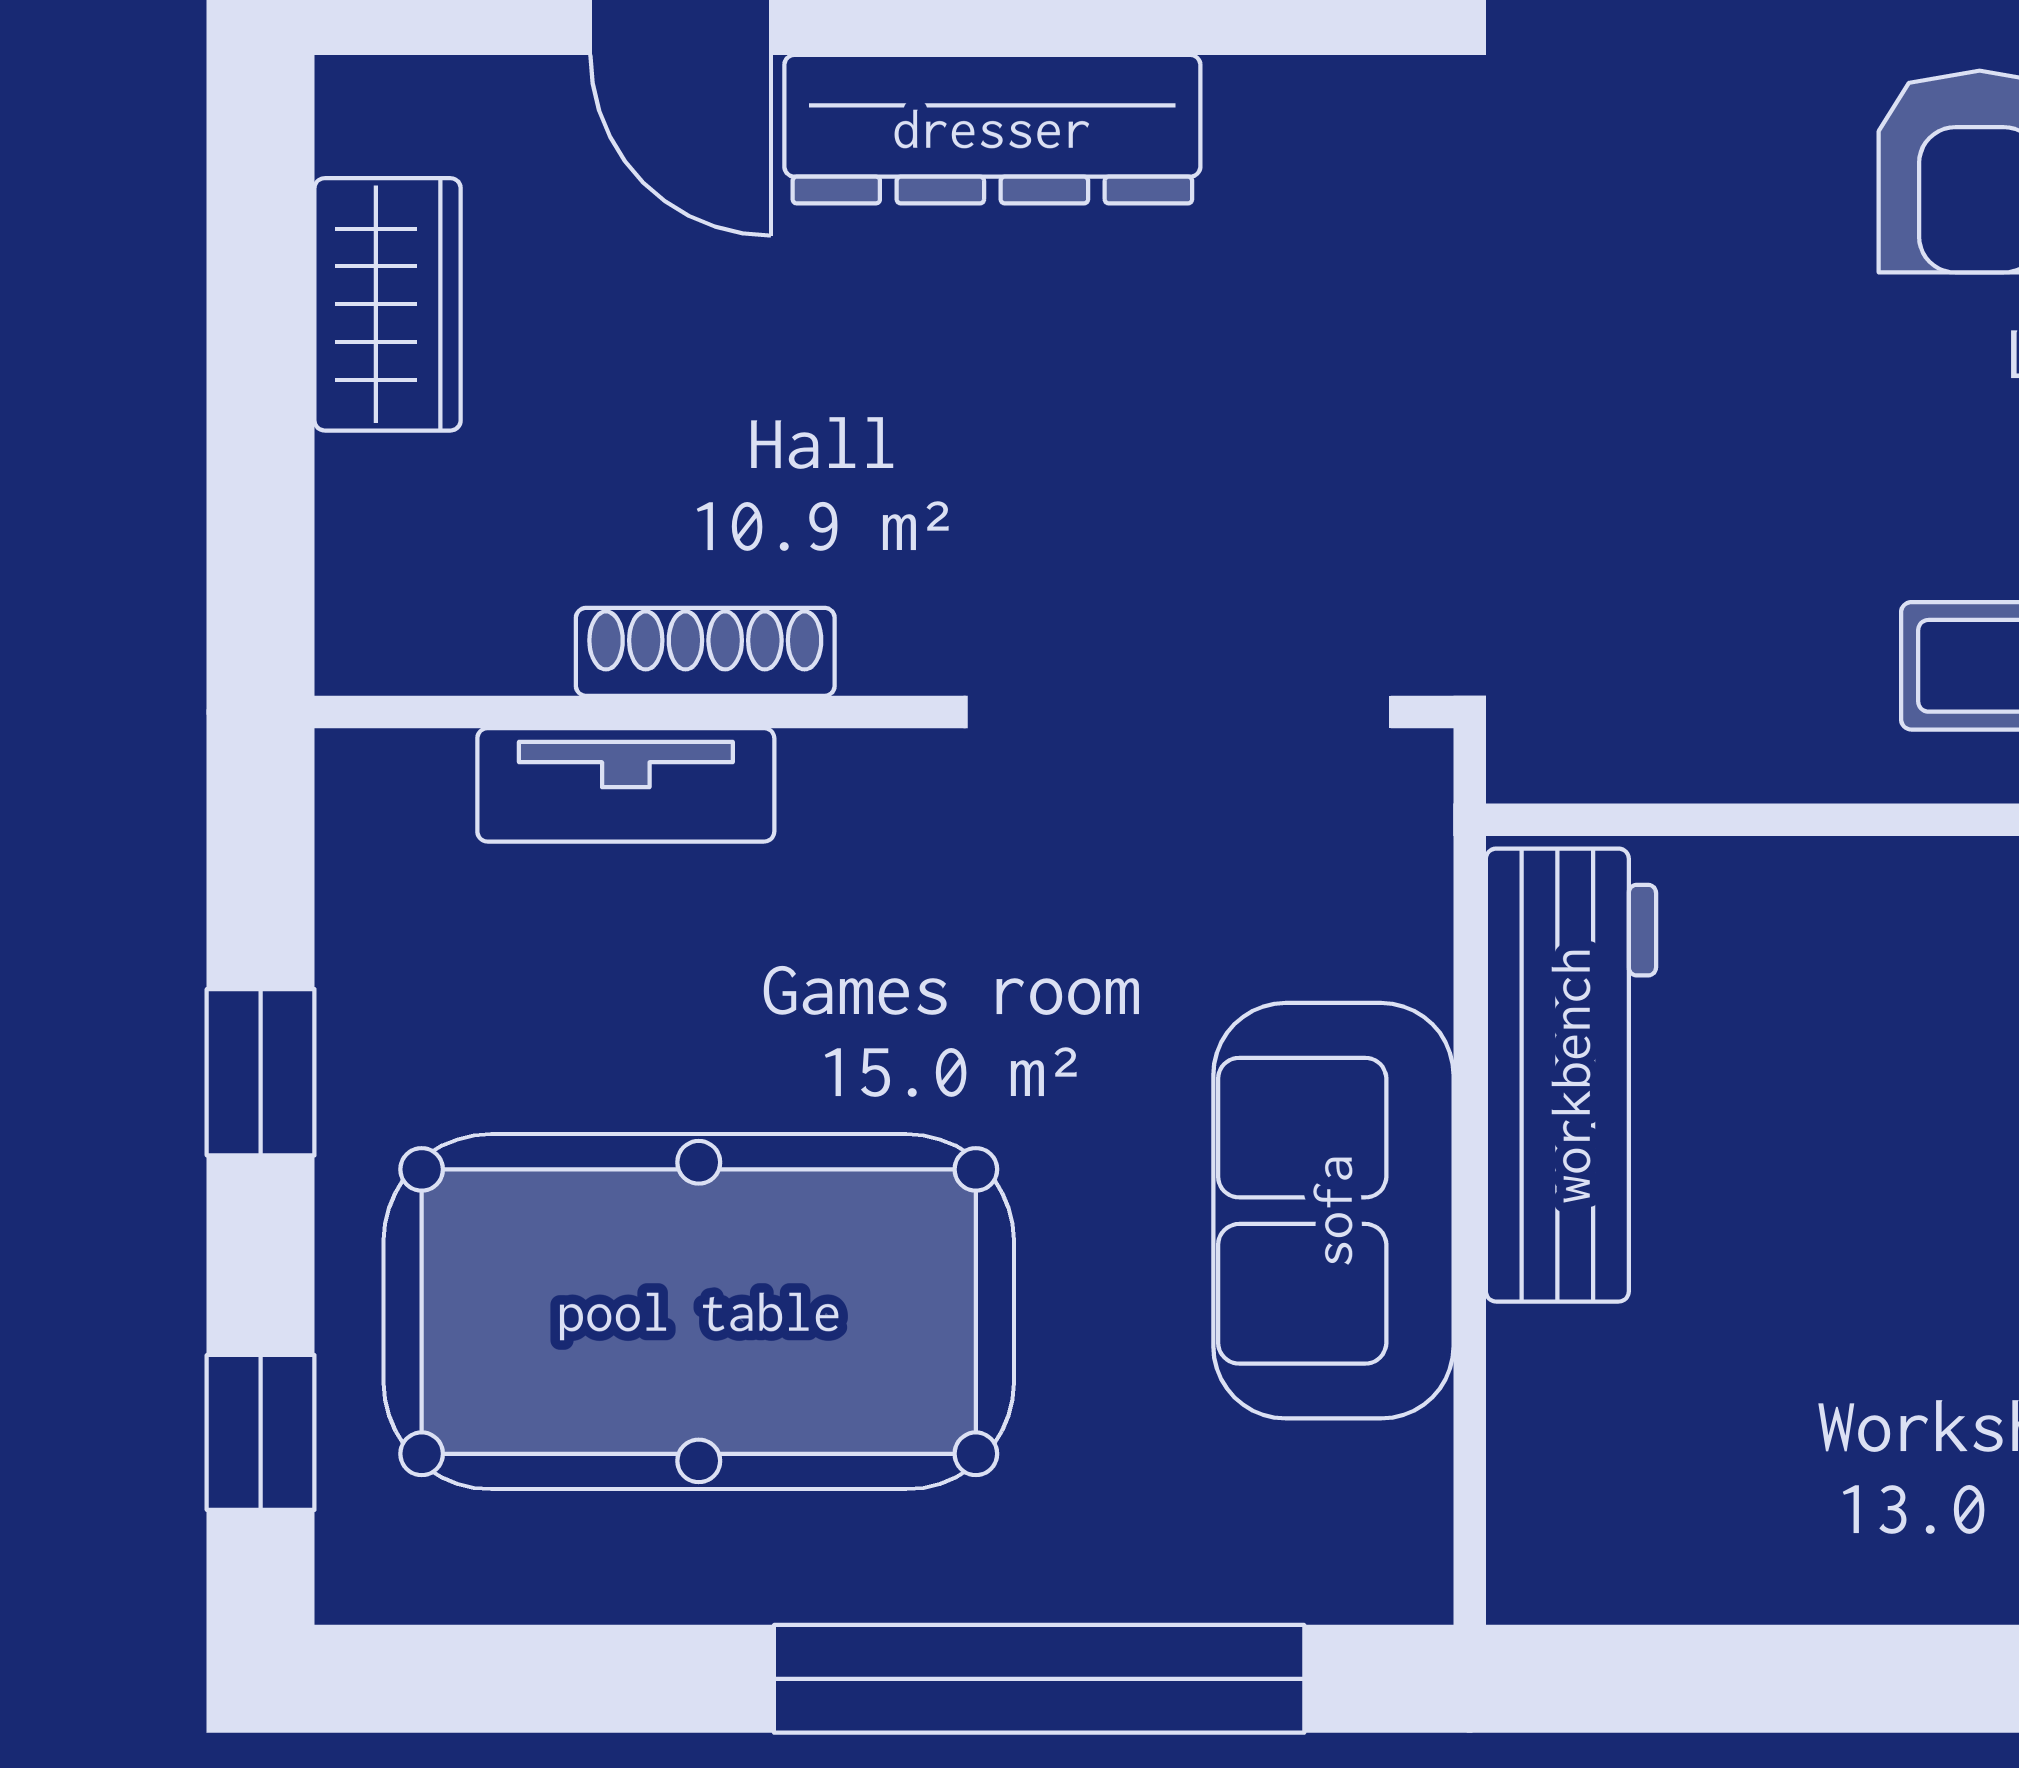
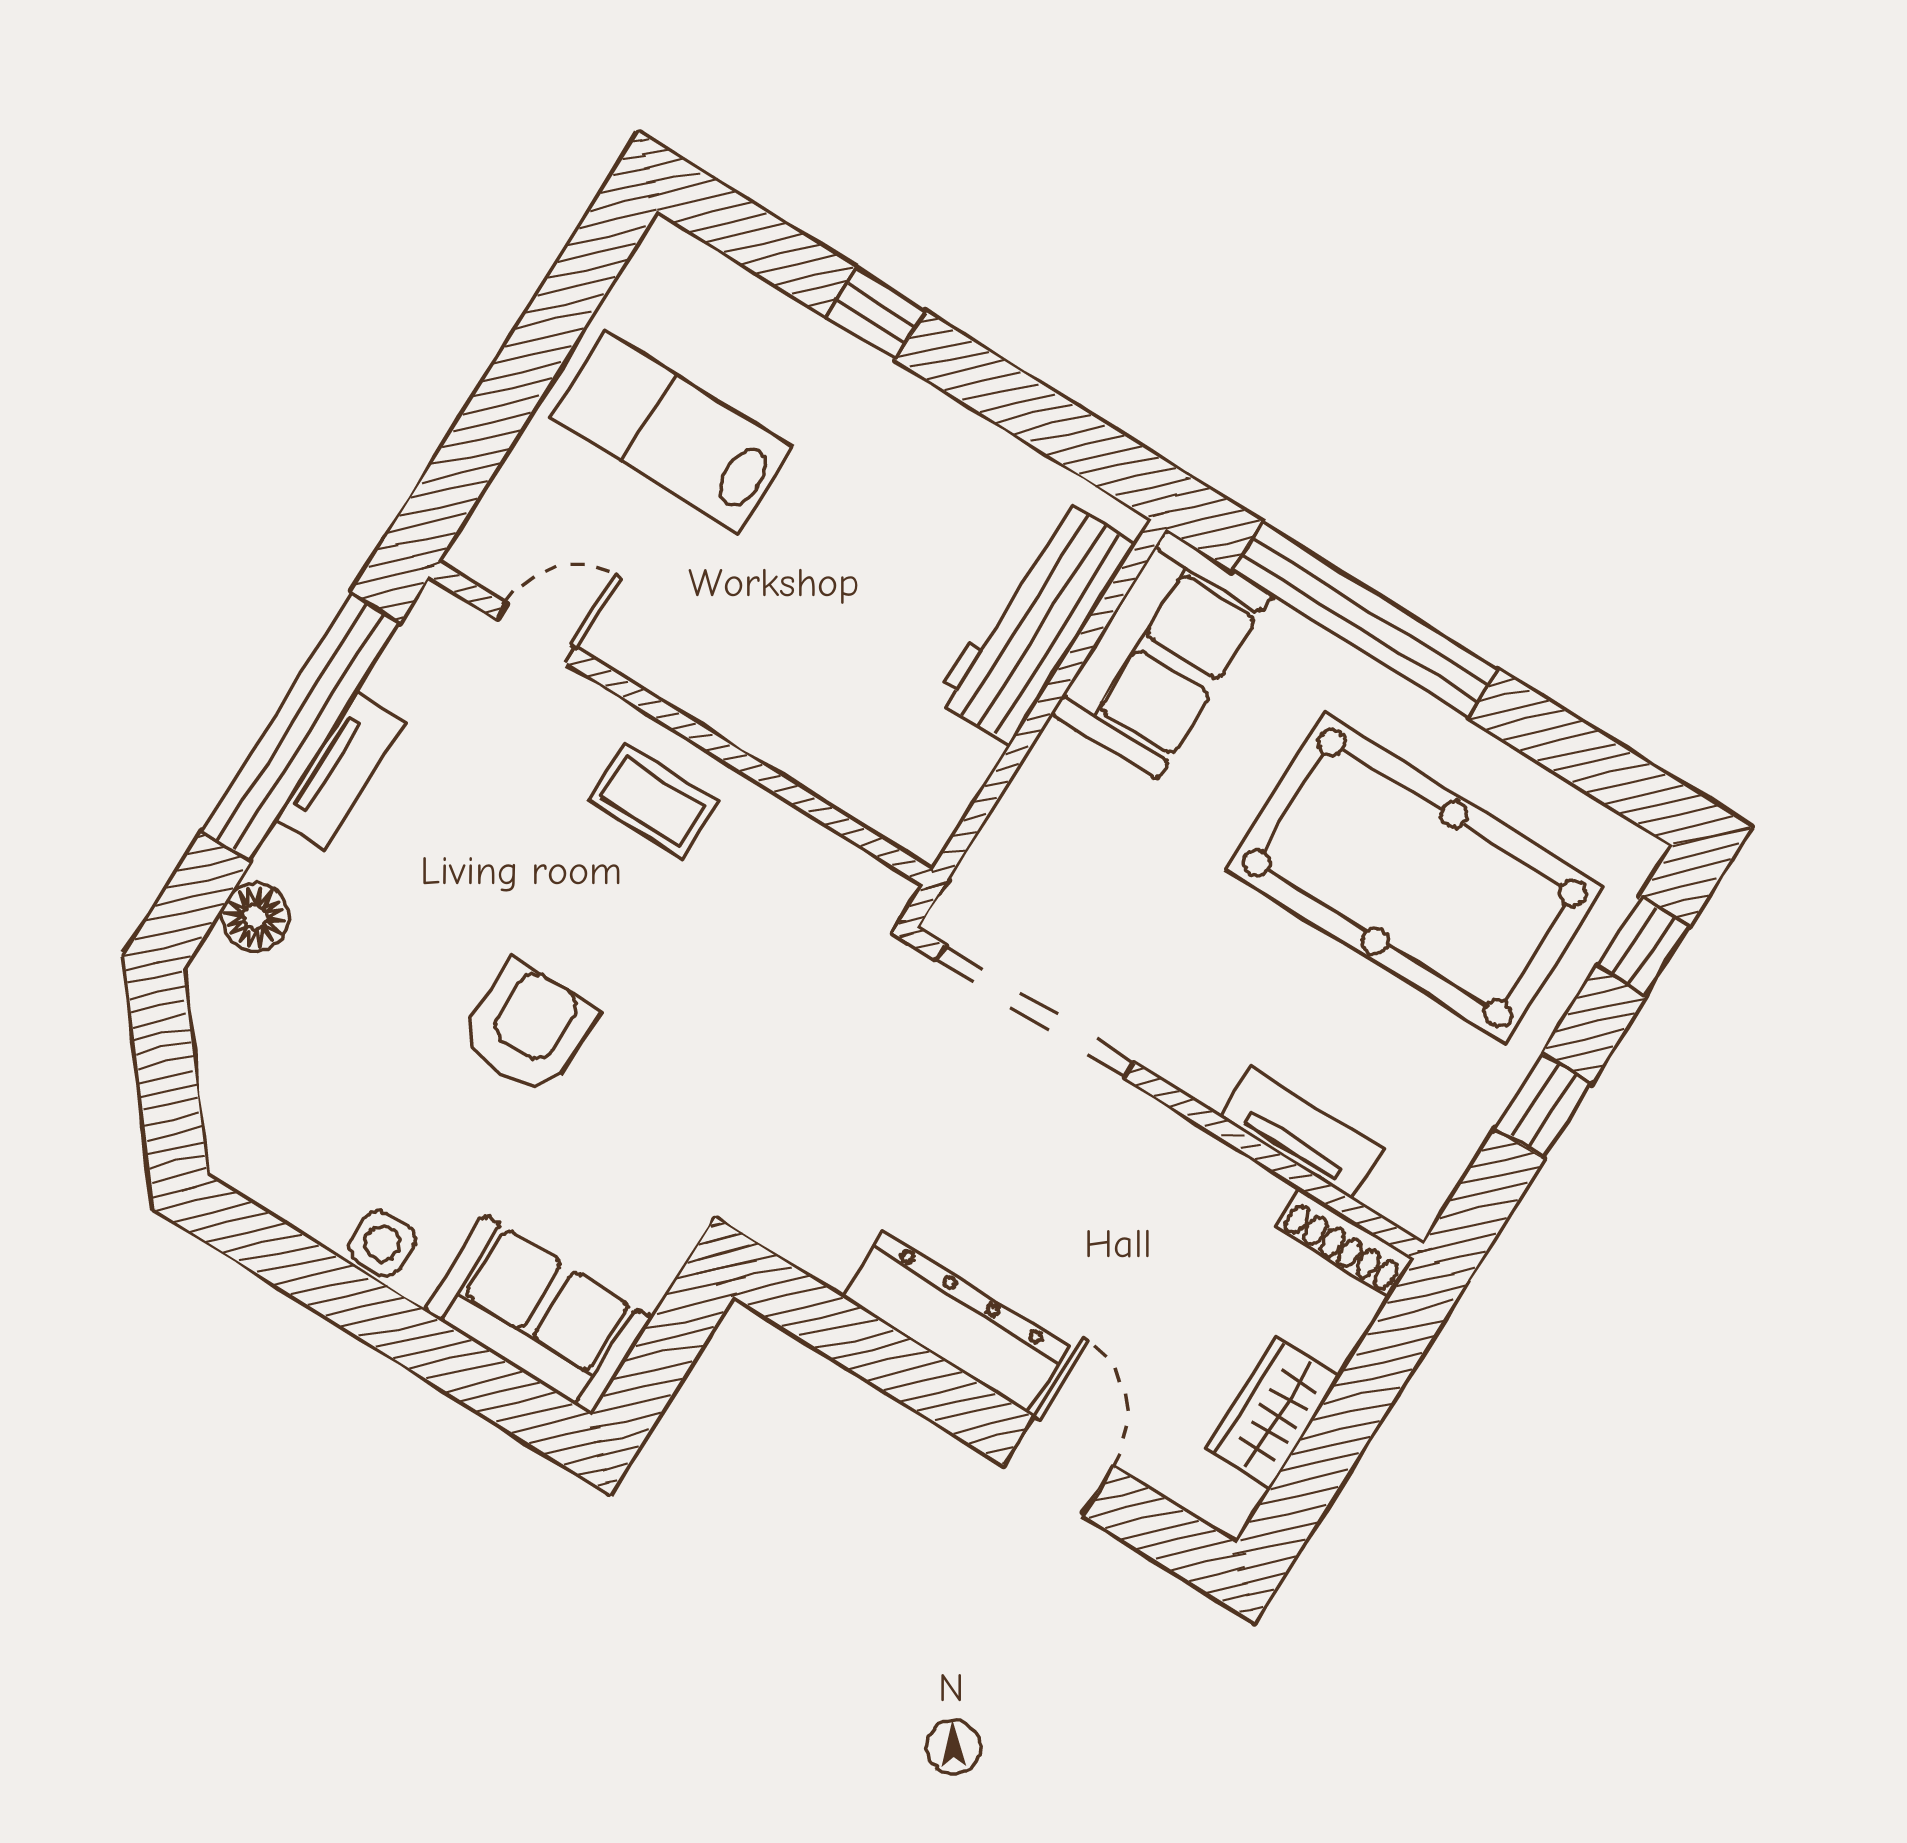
shoe rack: (705, 652) -> (1345, 1242), moved
workbench: (1571, 1075) -> (1035, 622), moved
sofa: (1333, 1211) -> (1162, 654), moved

